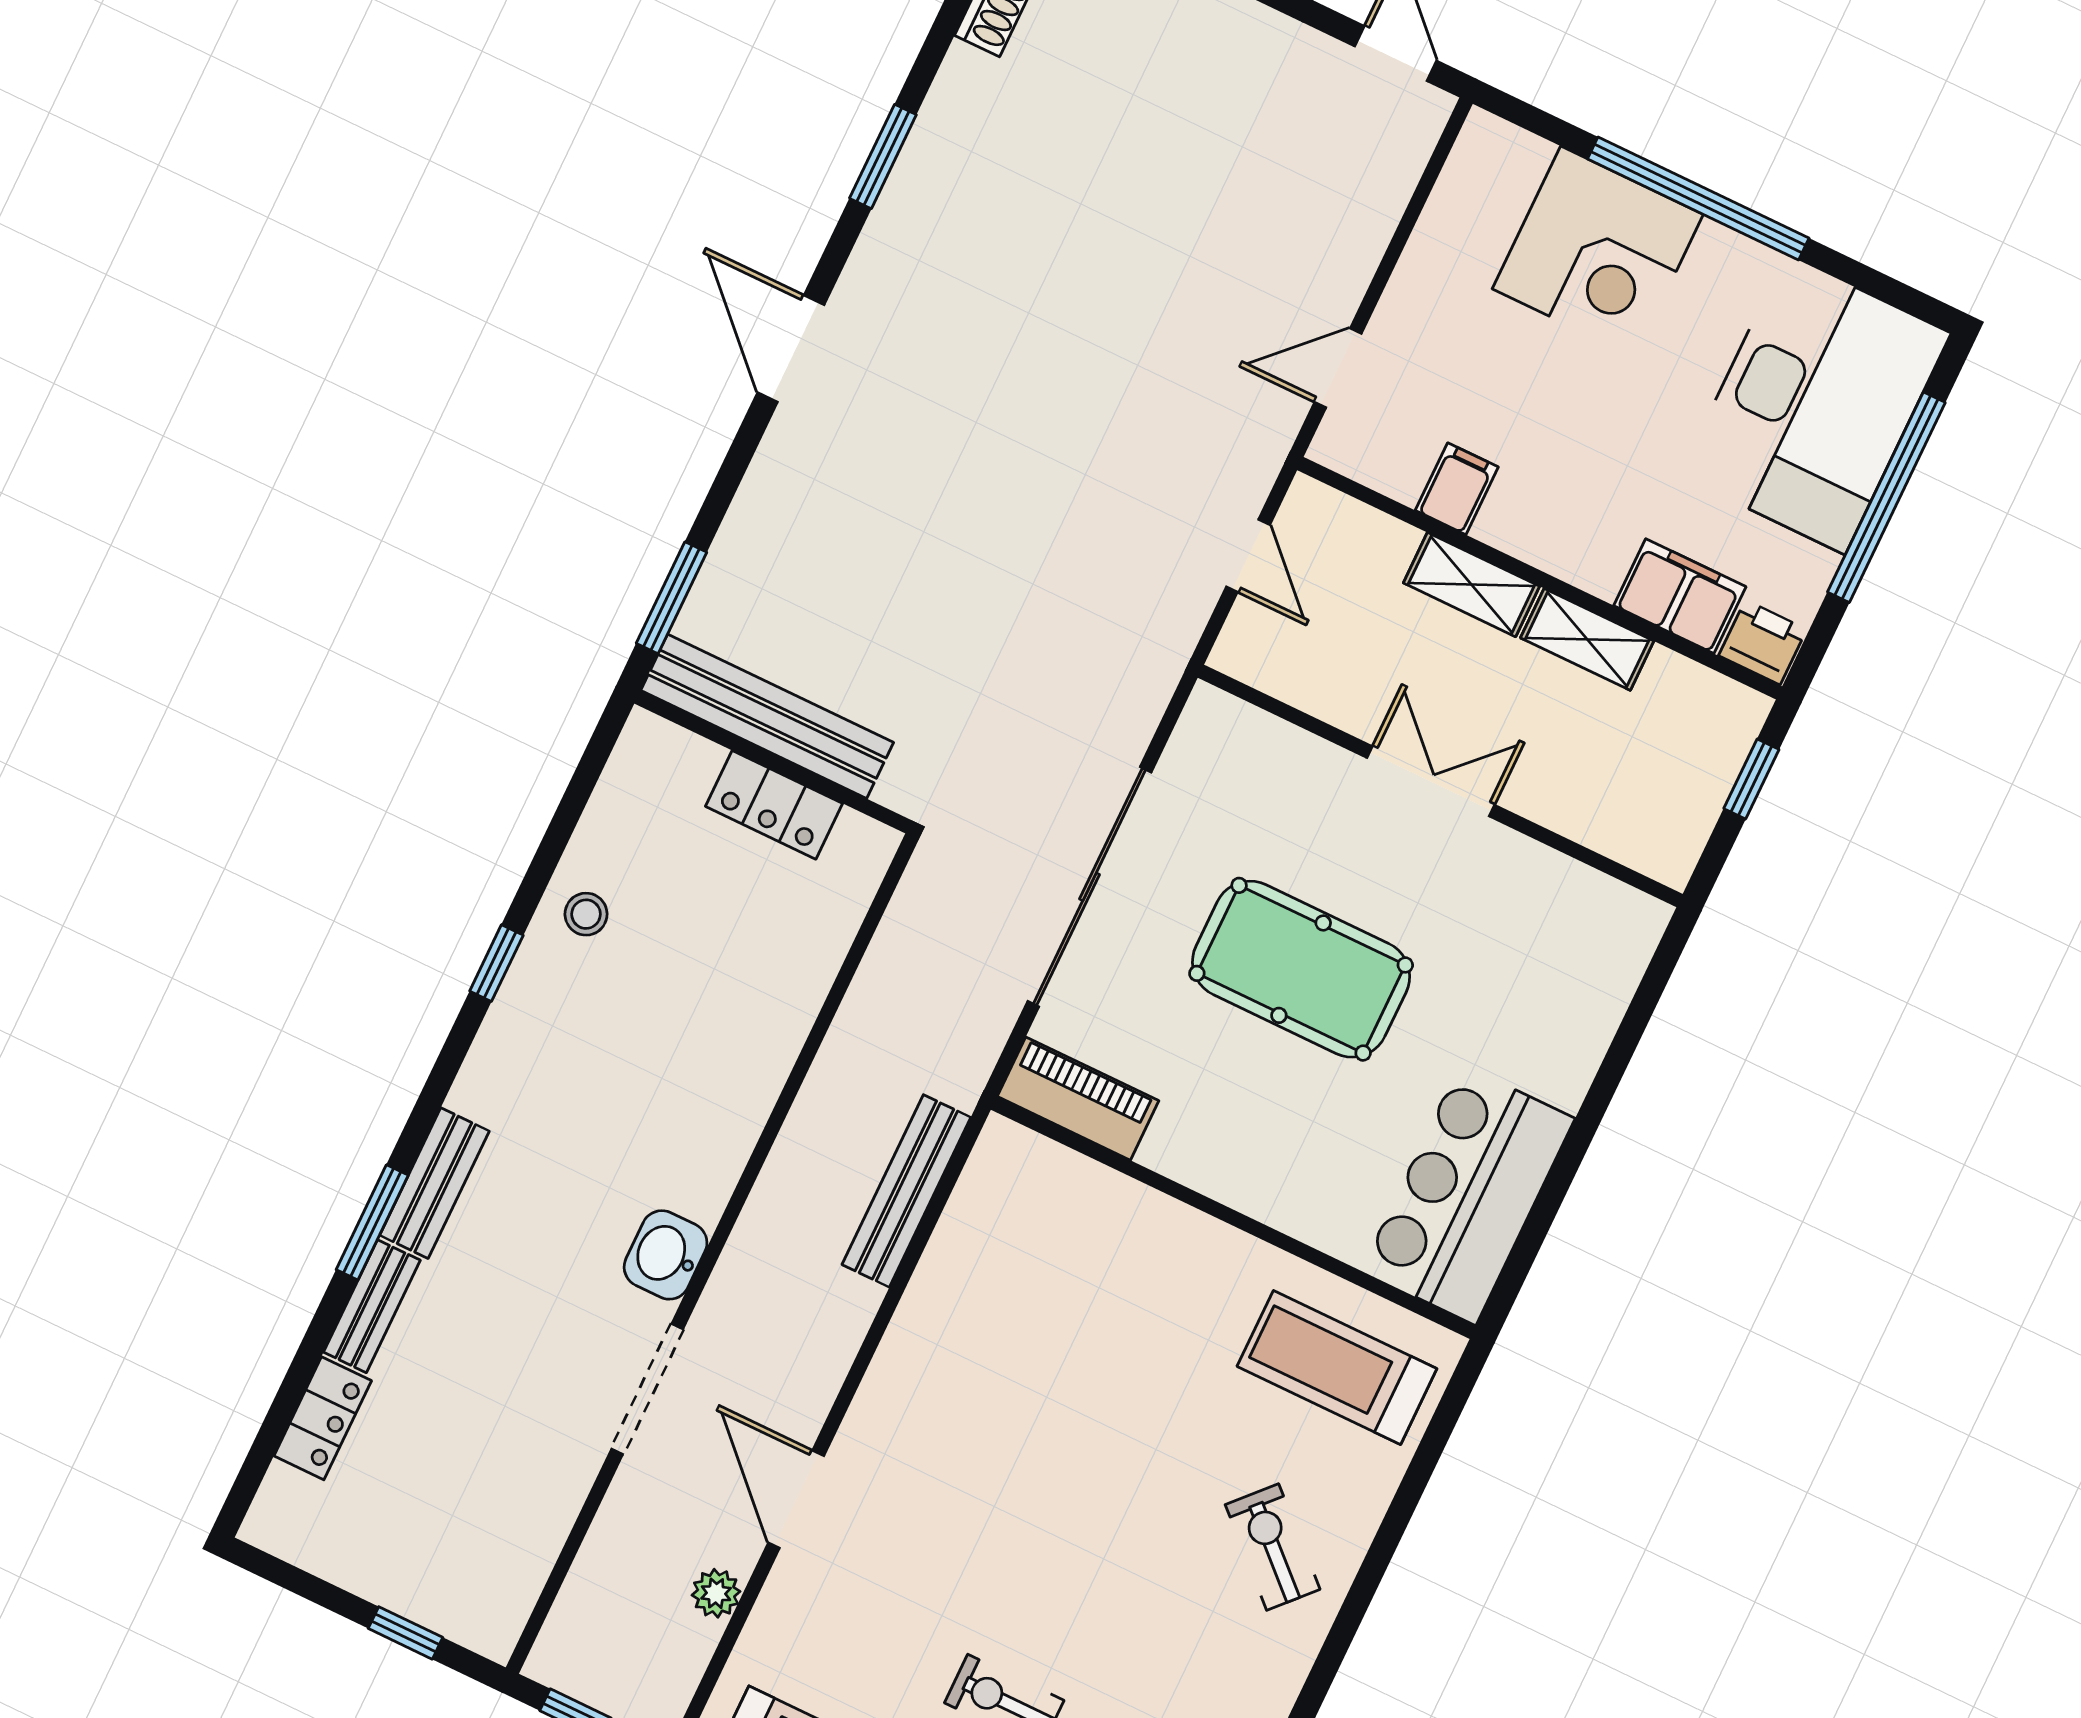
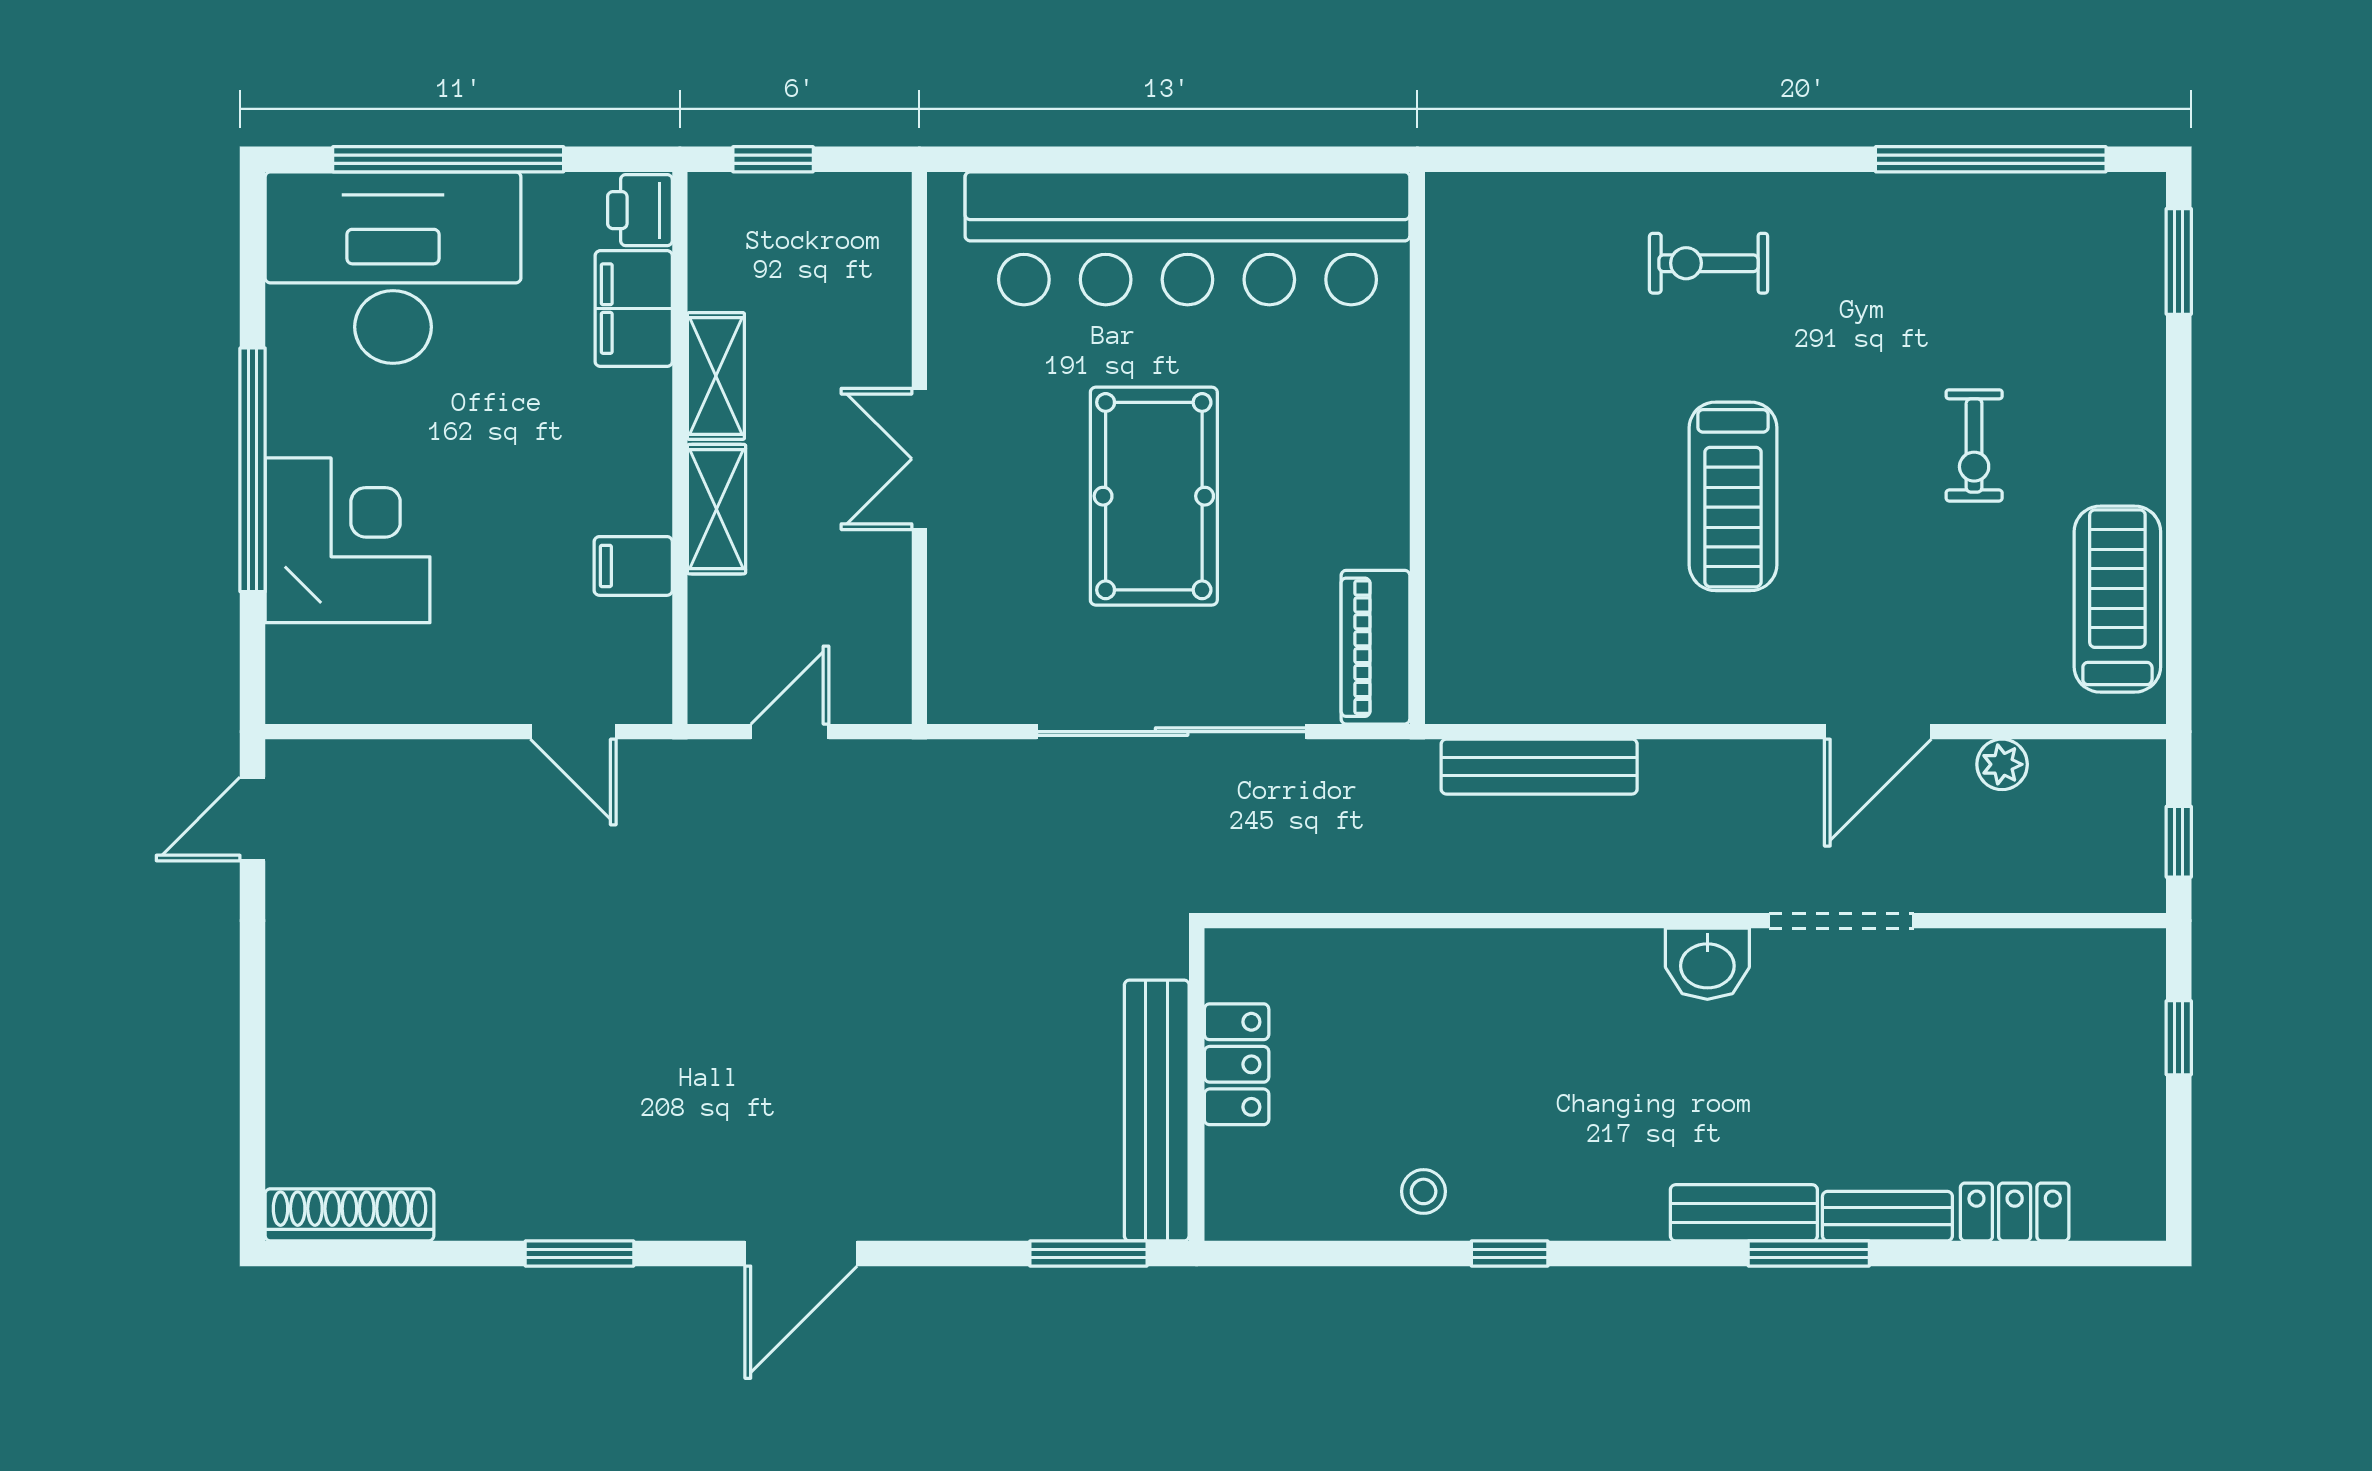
bar counter: (1468, 1195) -> (1187, 238), width x1.86
treadmill: (1337, 1368) -> (1733, 496), moved
exercise bike: (1273, 1547) -> (1709, 263), turned 47

